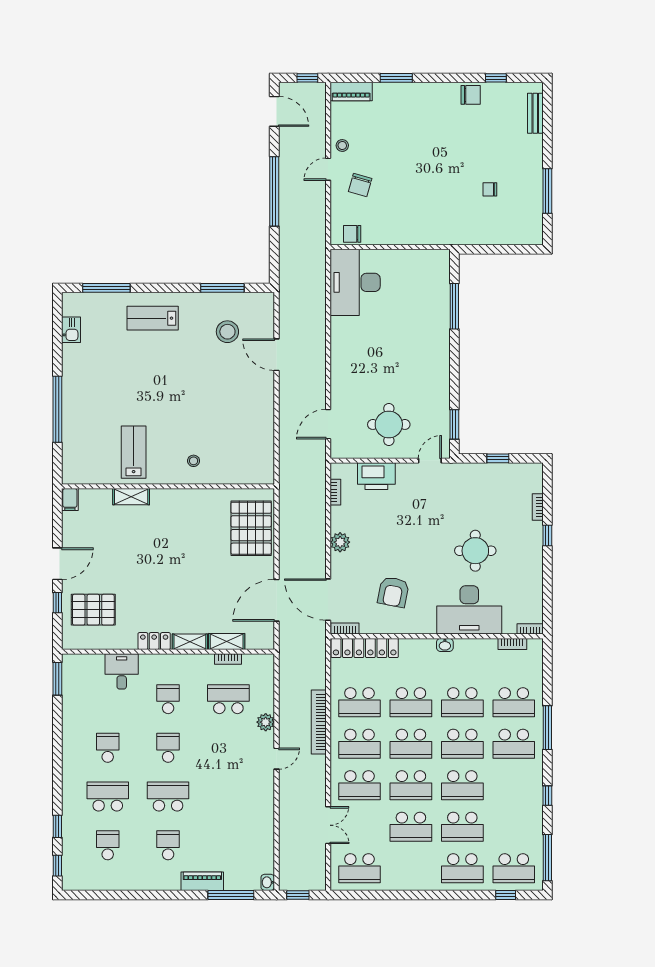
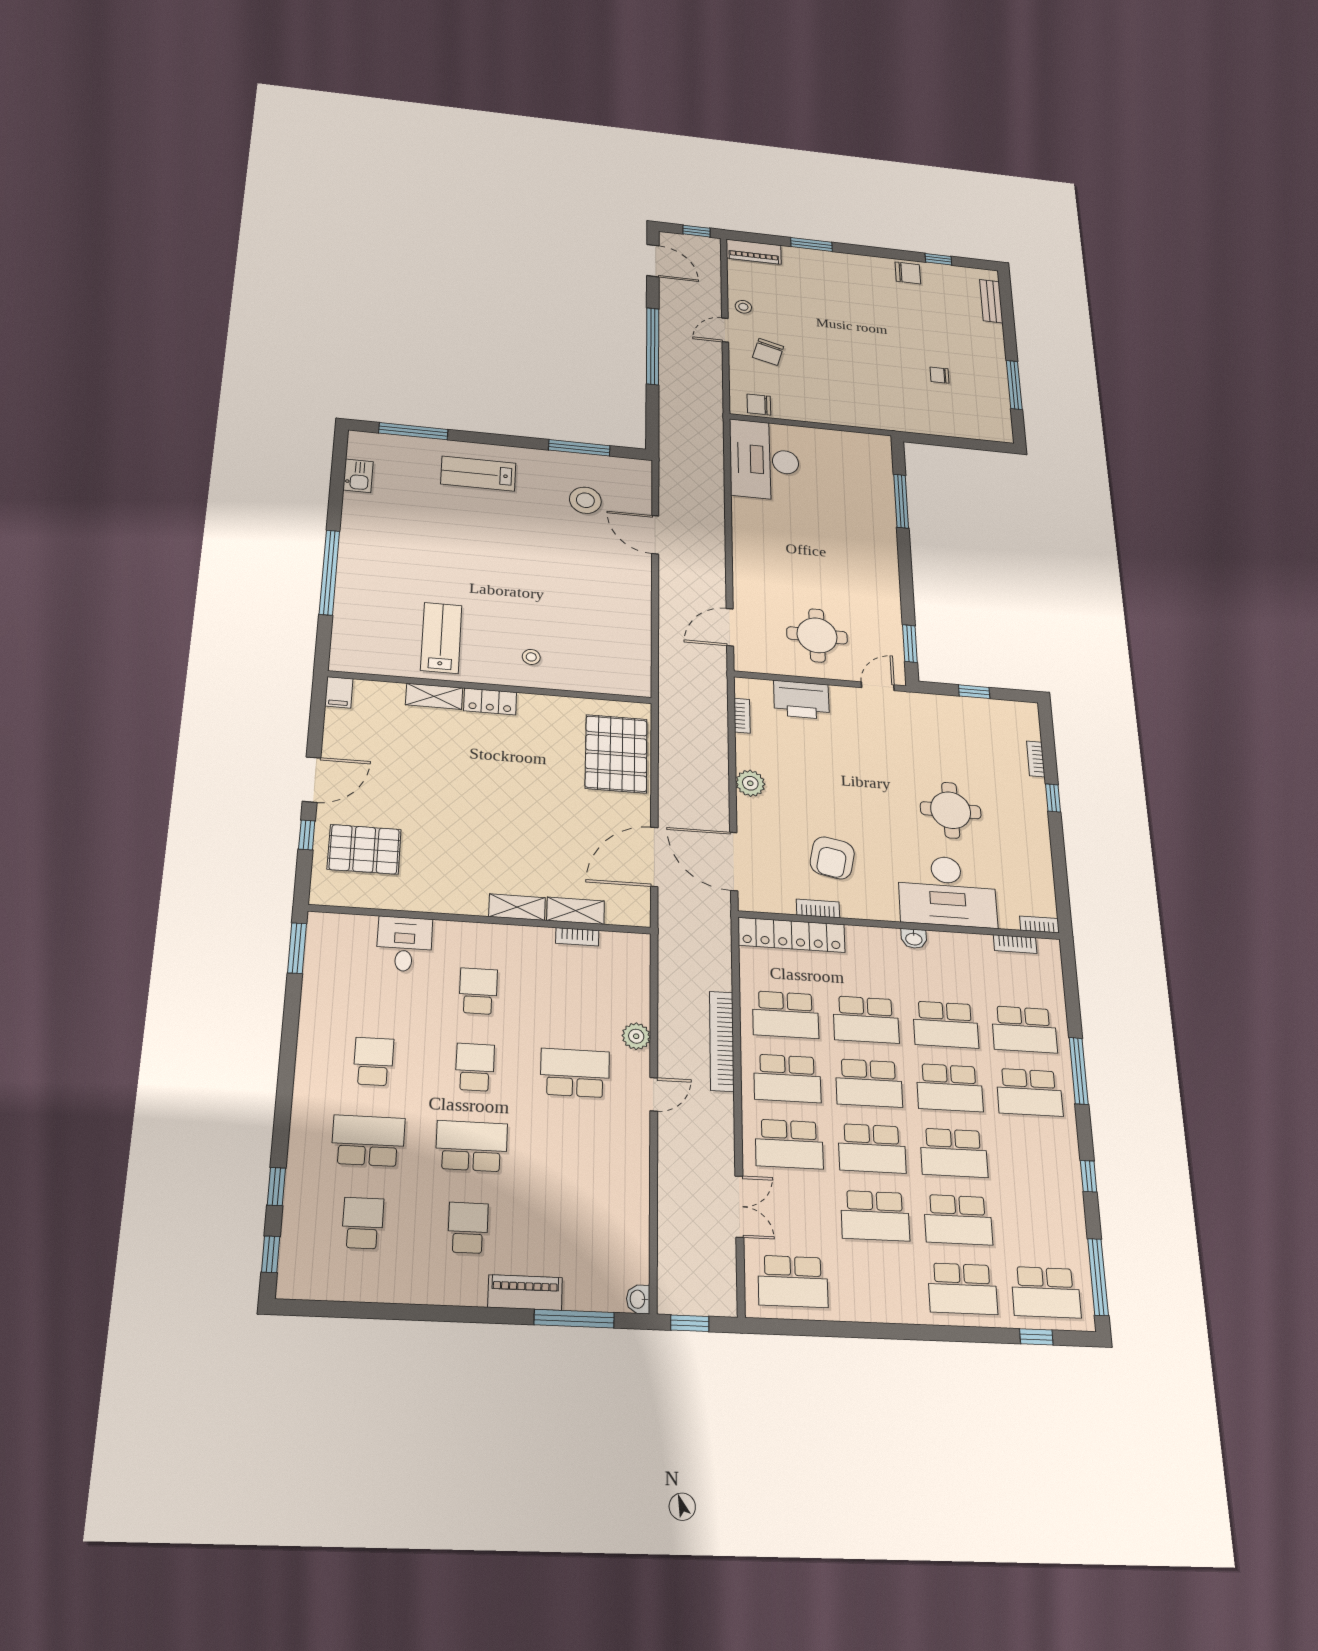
bookcase: (345, 629) -> (818, 908), moved
locker: (154, 641) -> (490, 701), moved, turned 180
school desk: (228, 699) -> (575, 1073), moved

